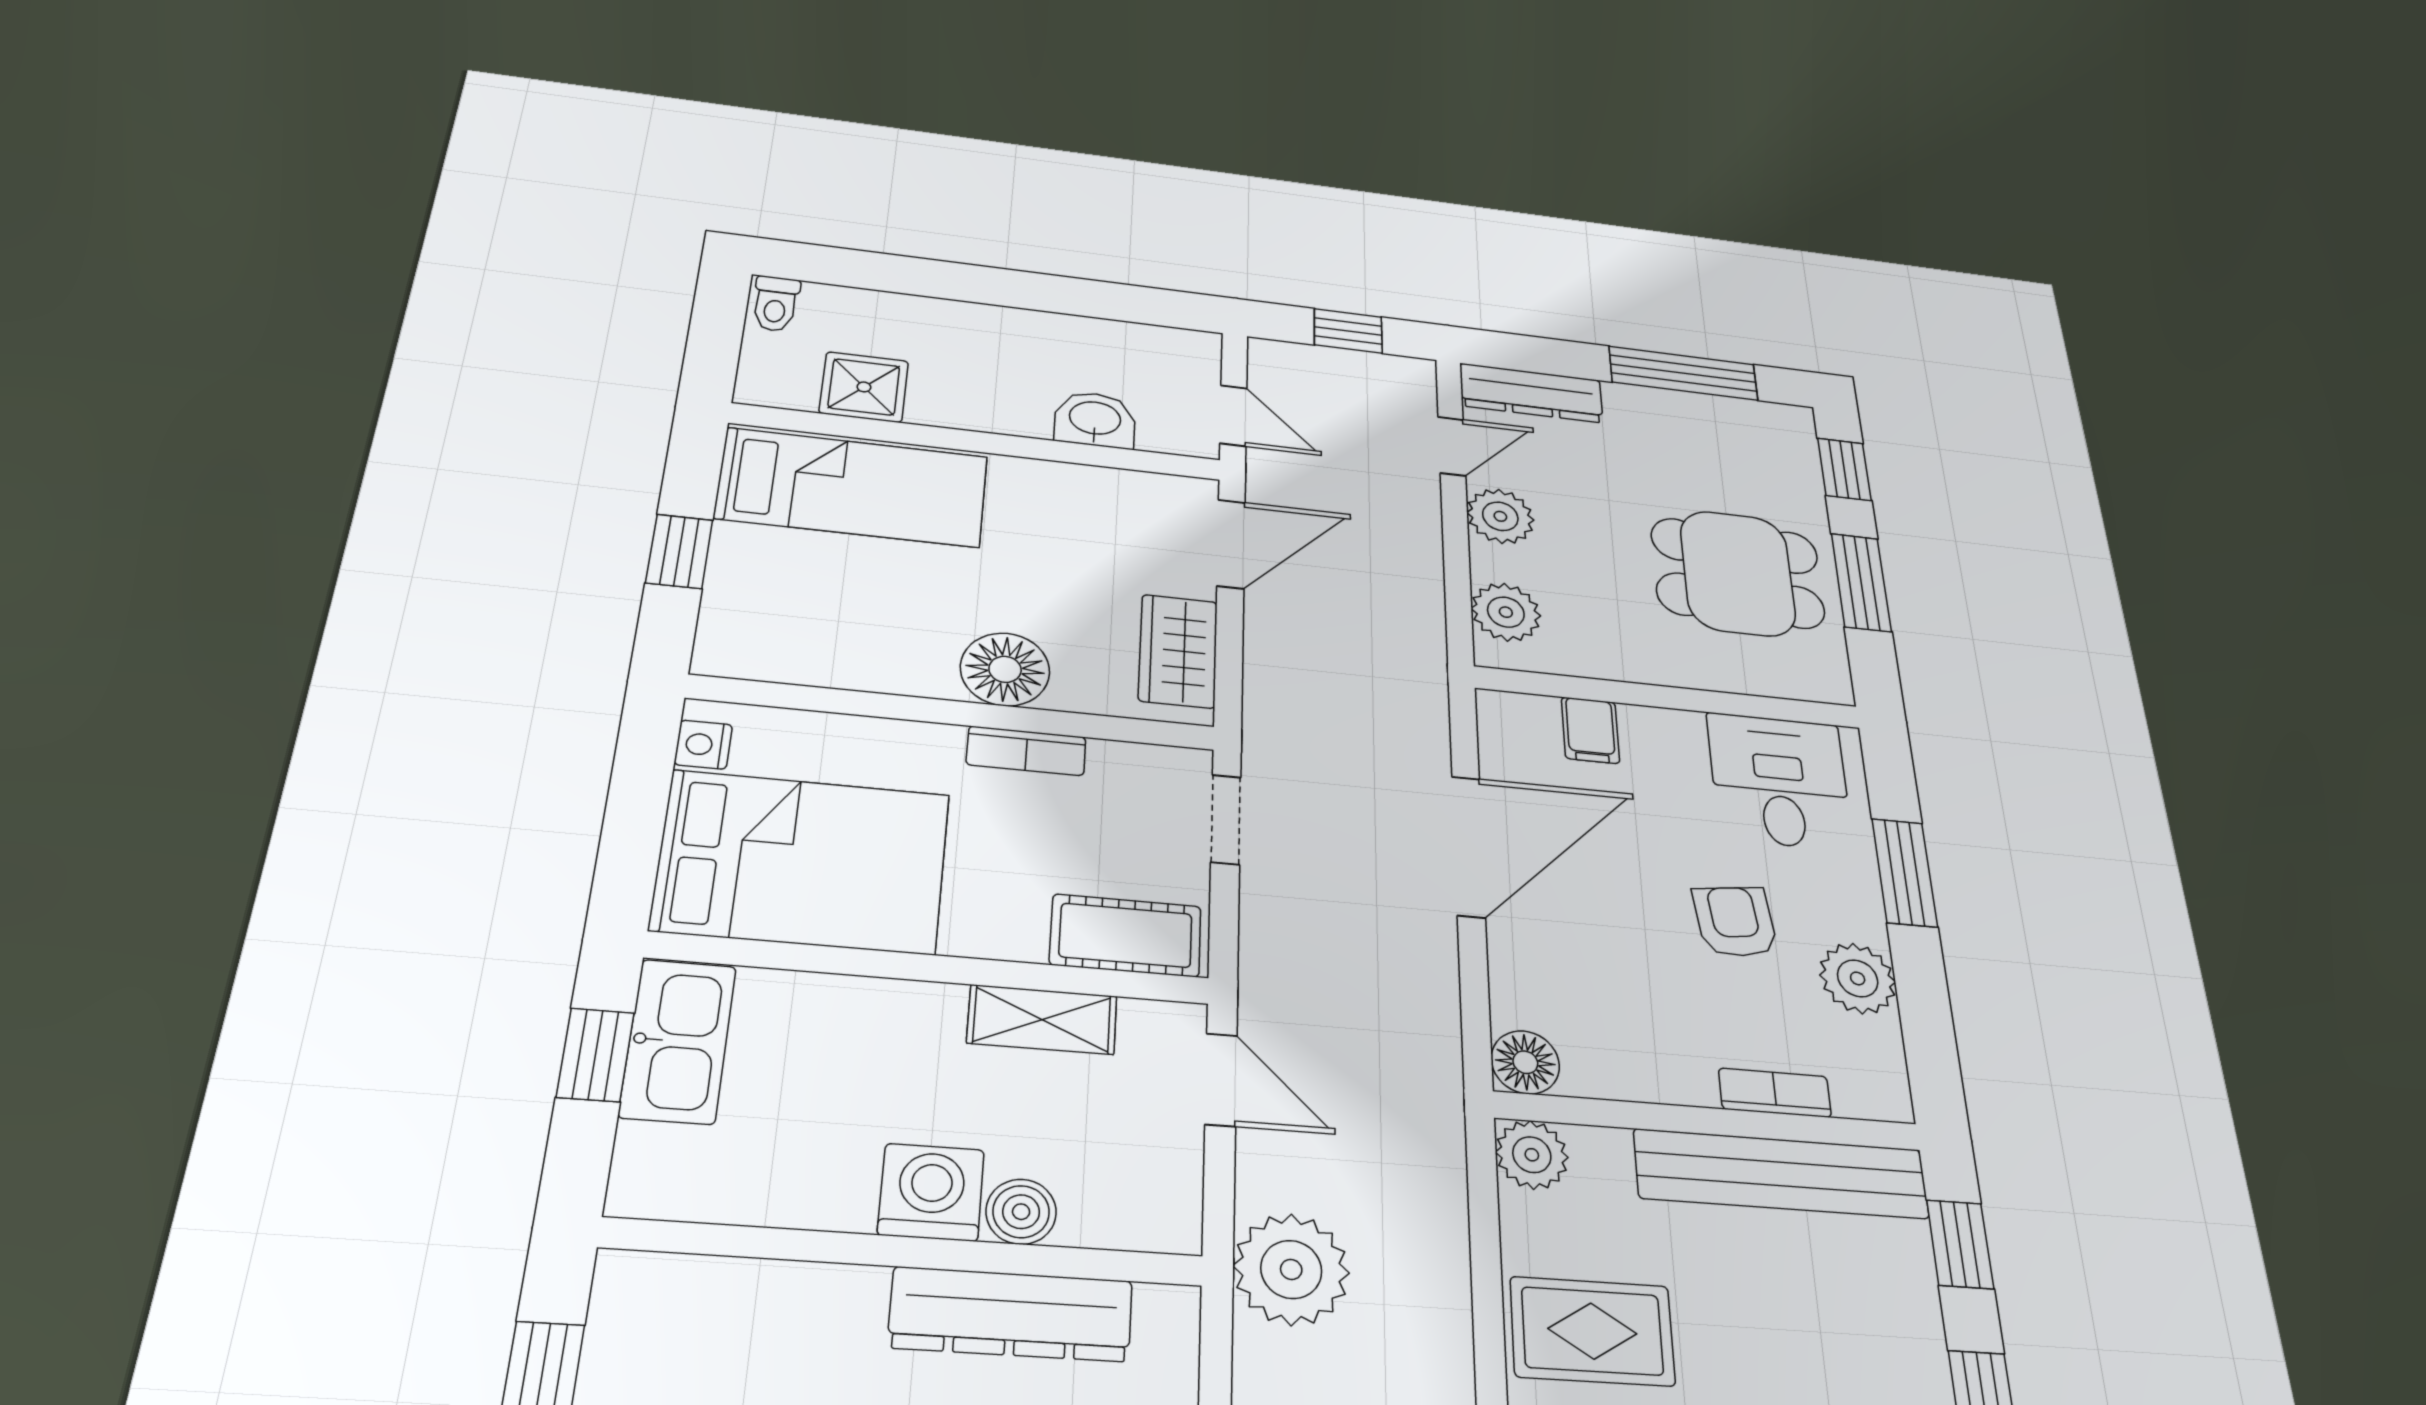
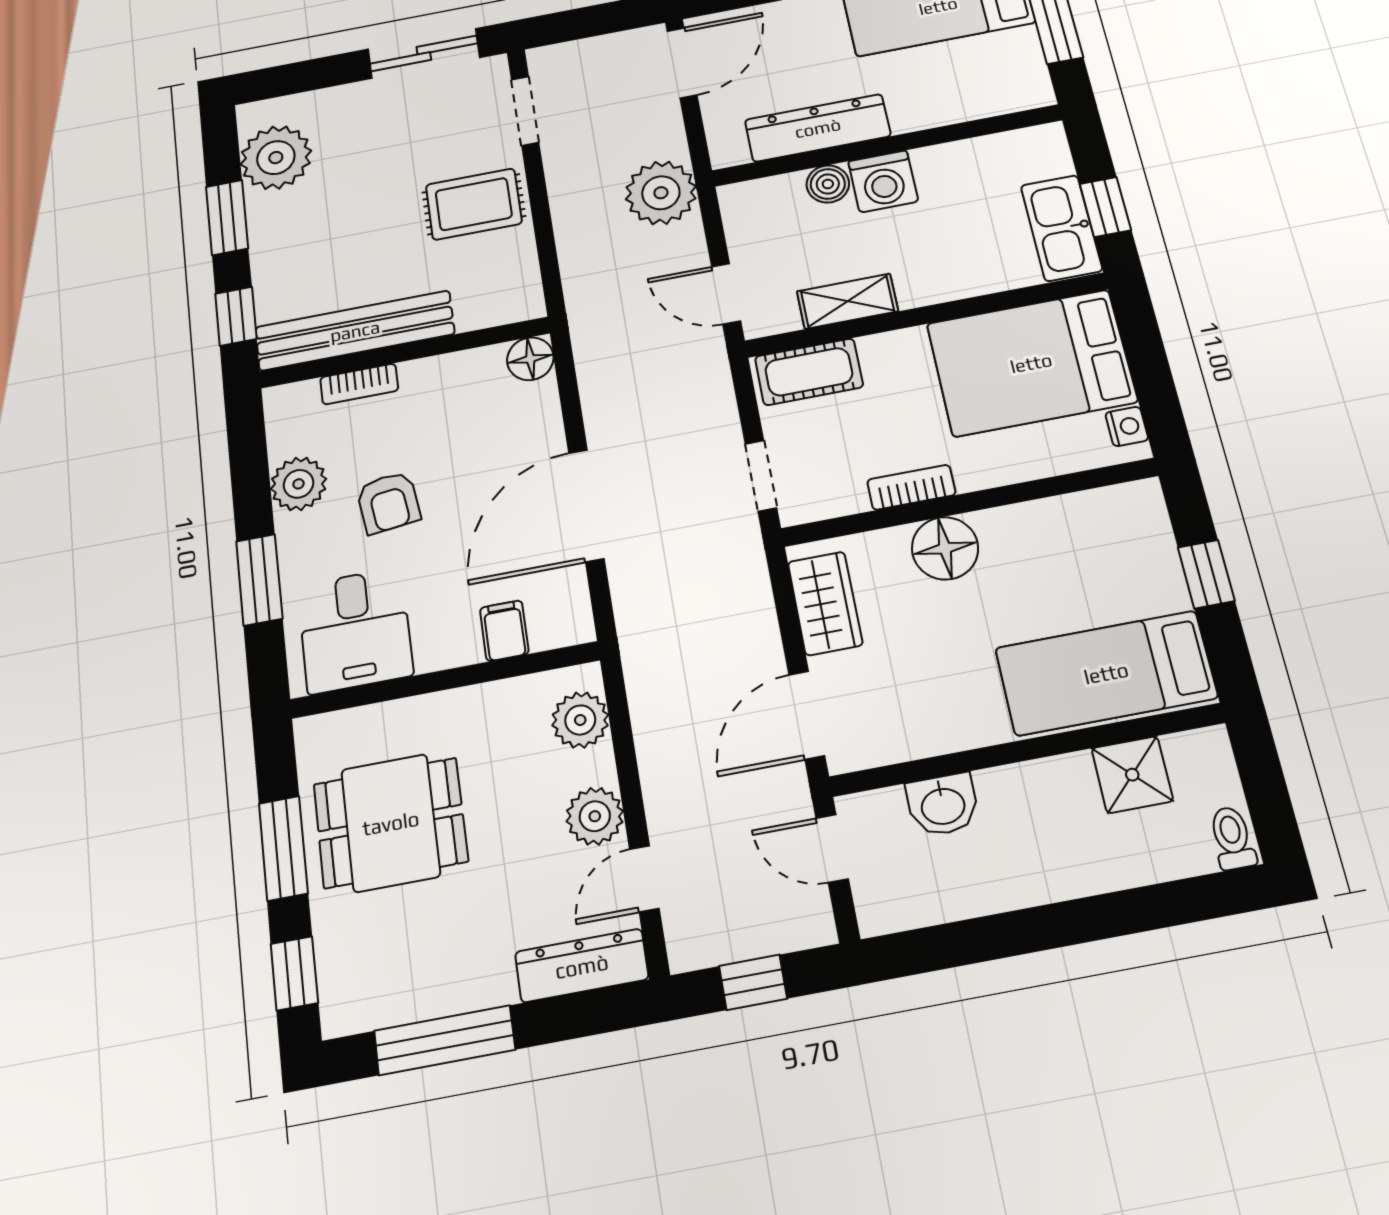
plant: (1532, 1155) -> (520, 300), removed

